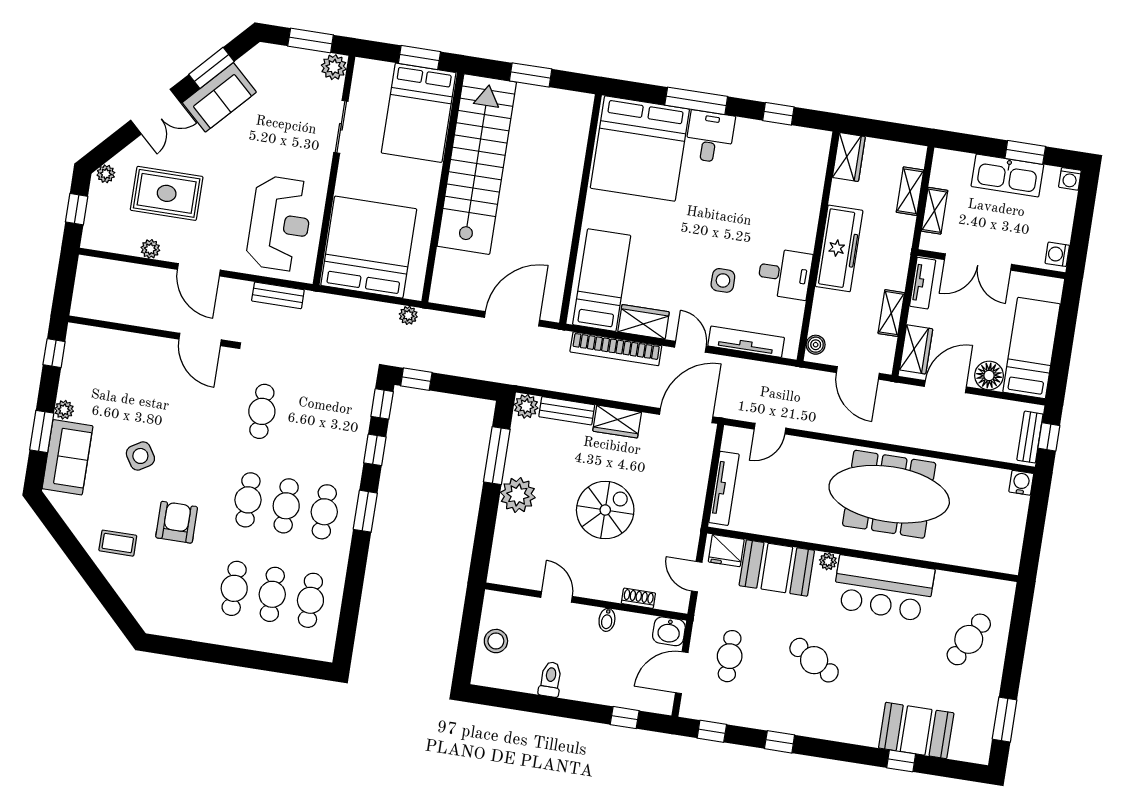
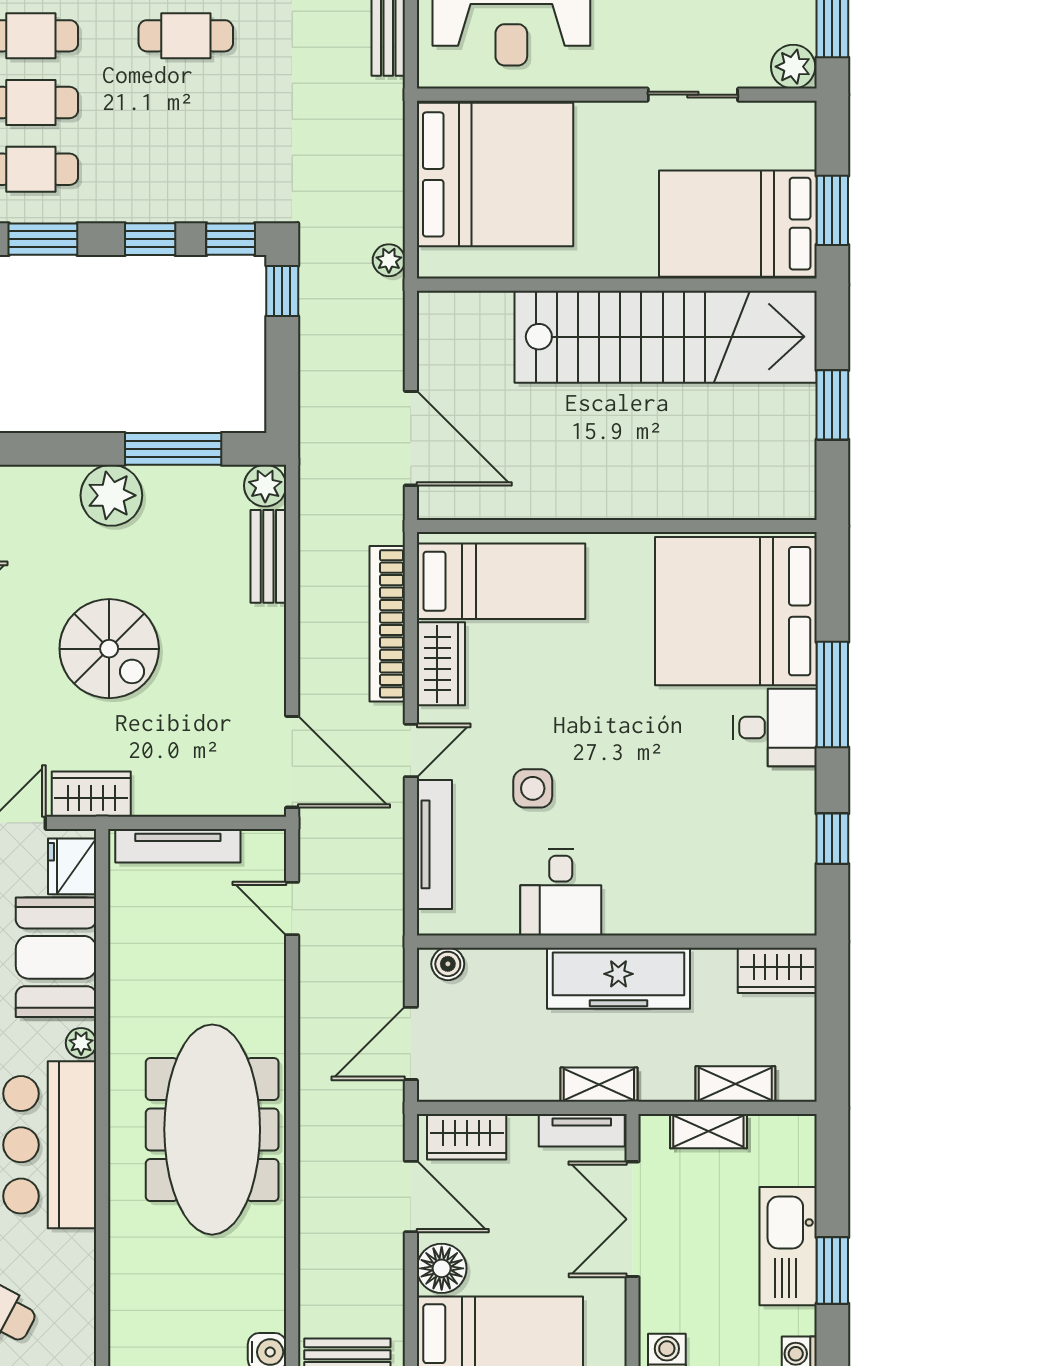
shelving: (891, 313) -> (599, 1085), moved
wardrobe: (617, 422) -> (91, 794), moved, turned 90

